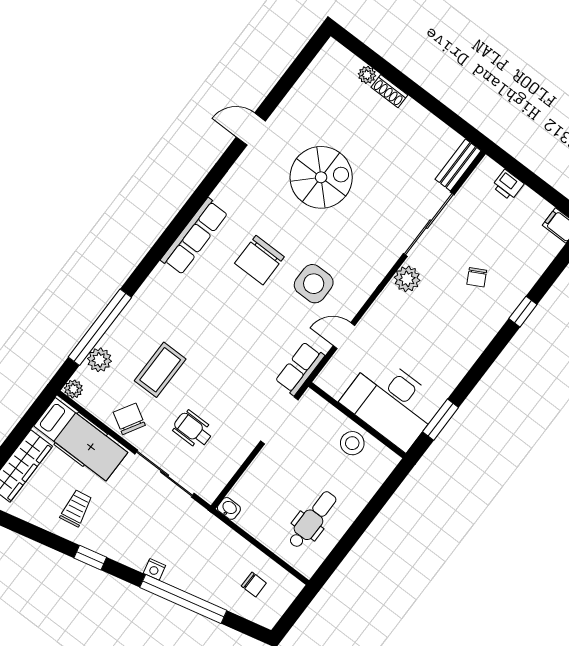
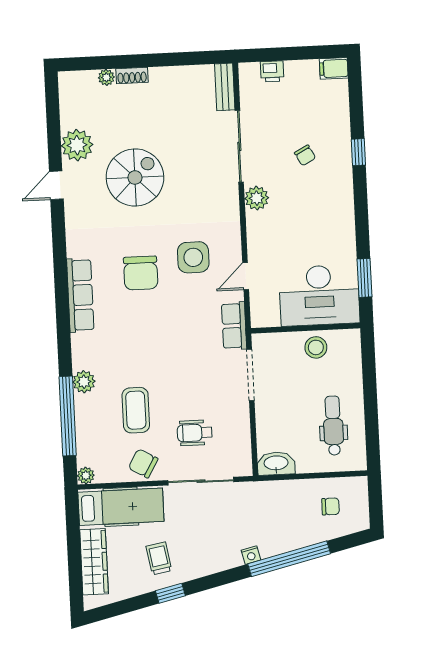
plant: (296, 110) -> (77, 145), added
plant: (99, 360) -> (84, 382), moved
washbasin: (229, 508) -> (276, 463), width x1.91, depth x1.45
window: (90, 558) -> (170, 593), moved

